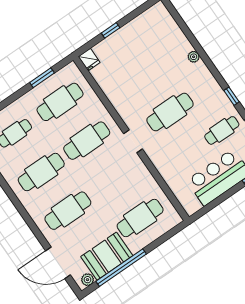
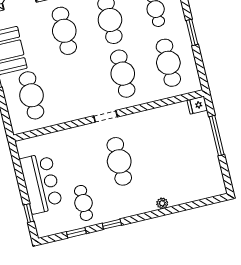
window: (111, 30) -> (217, 136), width x2.17
window: (42, 78) -> (192, 32), moved

